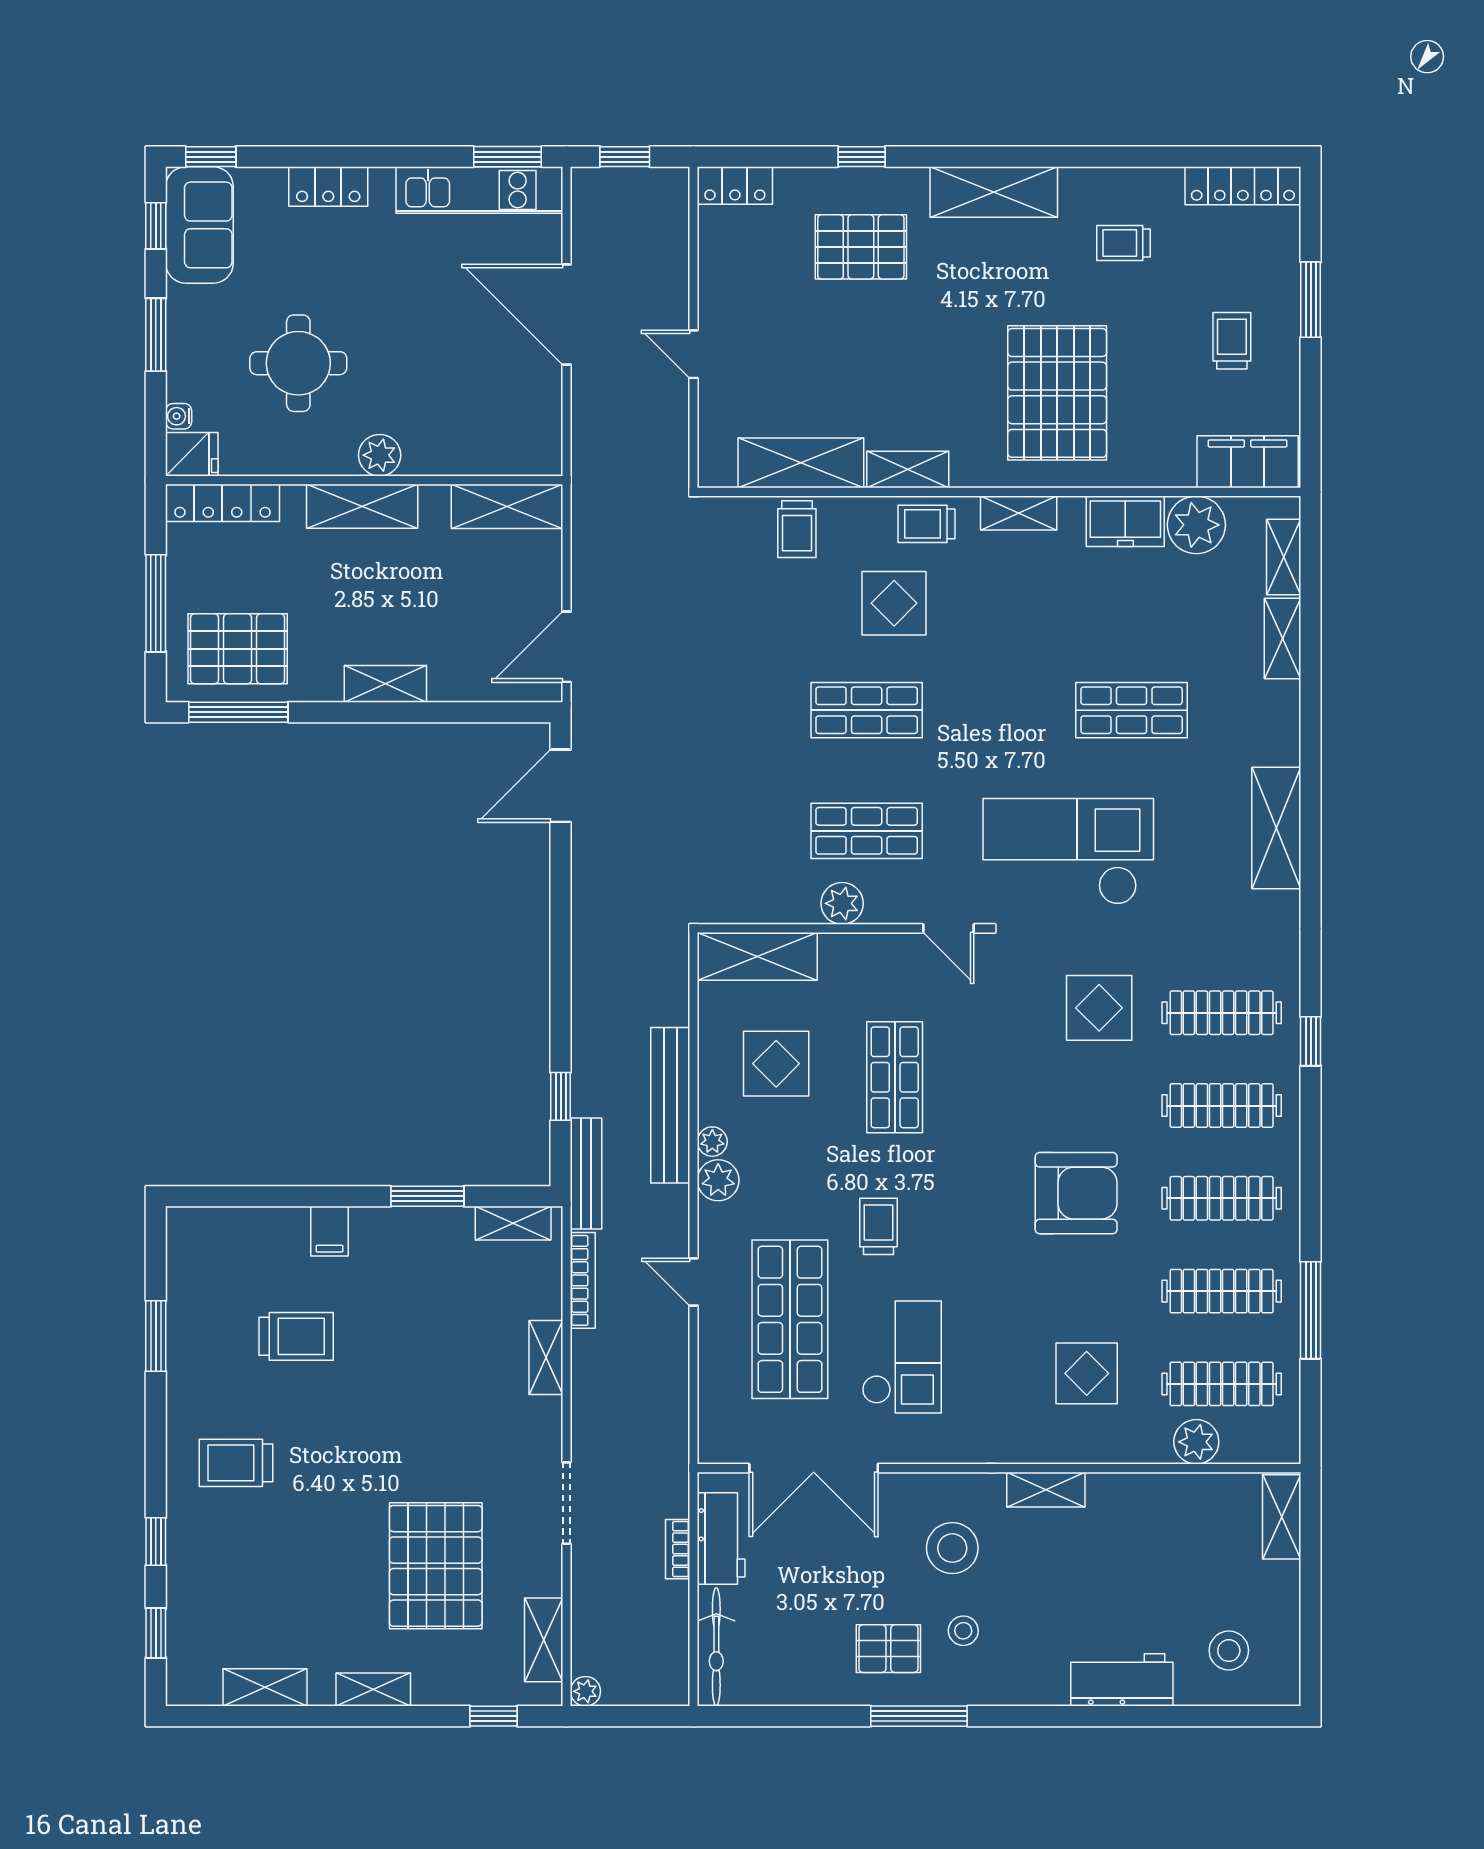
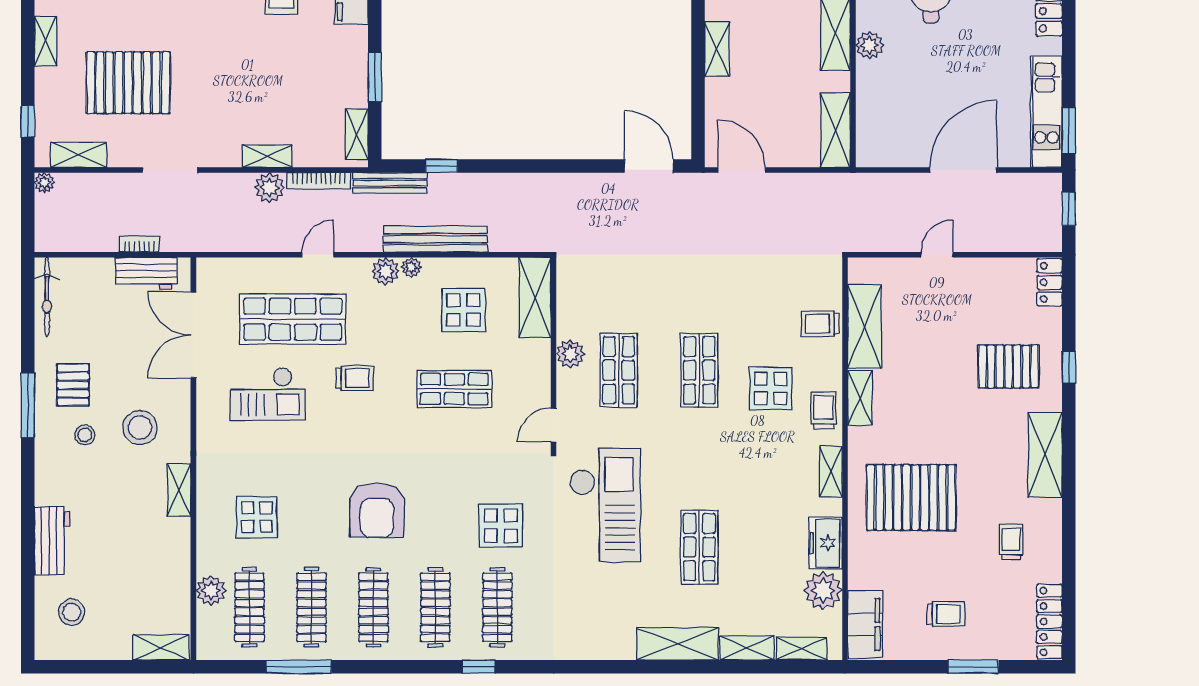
pallet: (861, 247) -> (1009, 366), turned 90
shelving: (1276, 828) -> (677, 644), moved
plant: (593, 1354) -> (270, 188), added
bicycle: (716, 1647) -> (47, 297), moved, turned -90

